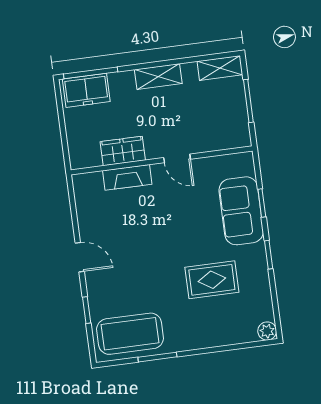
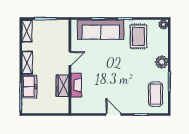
freezer: (86, 90) -> (29, 87), moved
sofa: (241, 211) -> (101, 30), width x1.36
door: (80, 257) -> (113, 115), hinge flipped
rug: (212, 280) -> (138, 36), moved
coffee table: (130, 334) -> (156, 94), width x0.73, depth x0.76
plant: (194, 337) -> (162, 62), added

